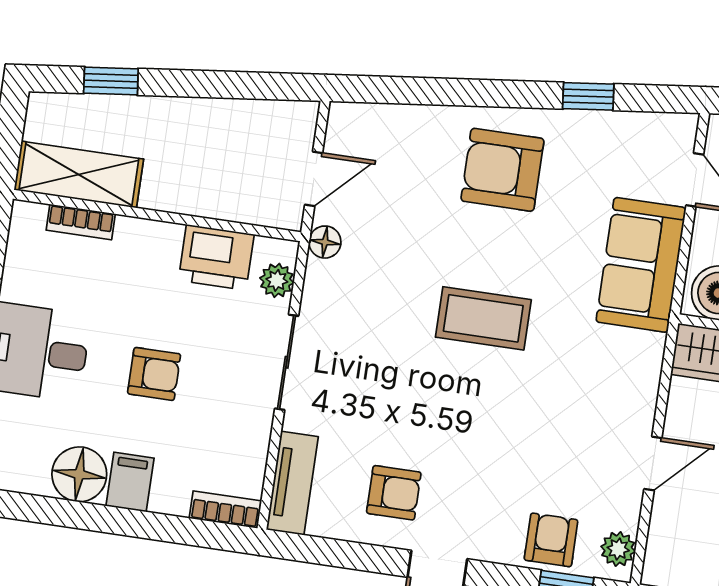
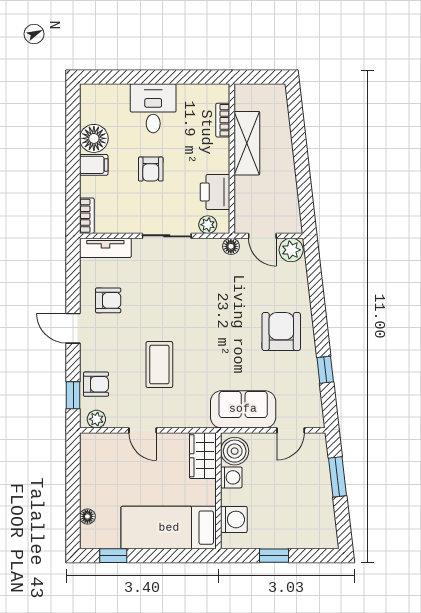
window: (111, 81) -> (297, 125), removed
plant: (349, 128) -> (291, 250), added
shelving: (79, 175) -> (247, 143), moved
coffee table: (483, 318) -> (159, 365), moved
armchair: (394, 493) -> (108, 300), turned -90

